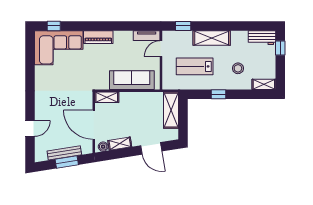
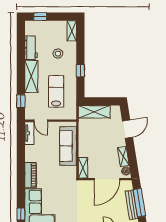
workbench: (262, 38) -> (31, 48), moved
lab bench: (195, 66) -> (56, 91), turned 180
window: (67, 162) -> (139, 203), width x1.44

